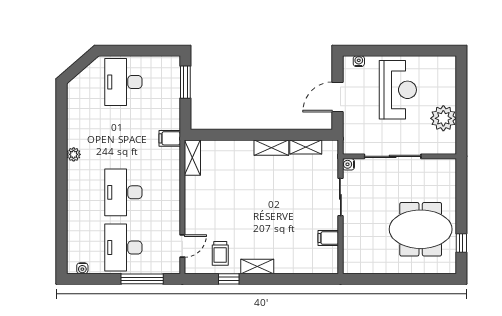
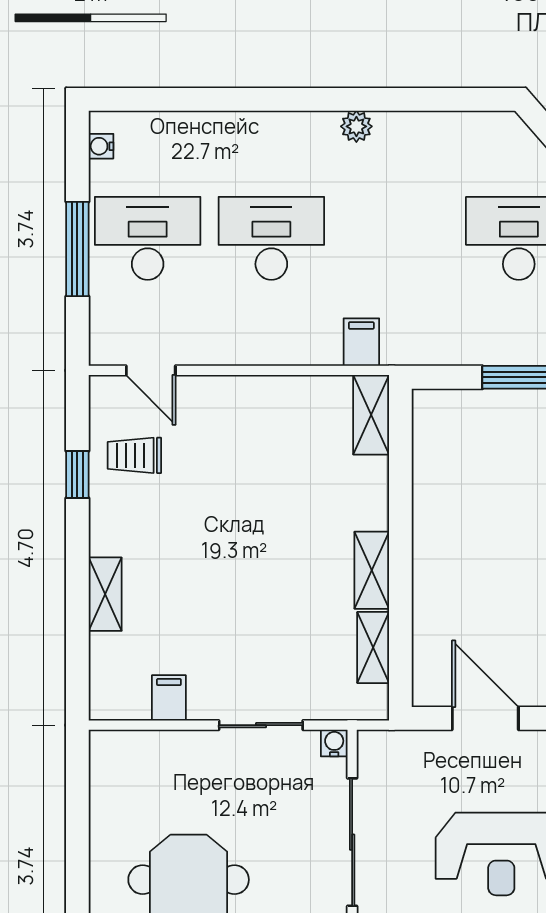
filing cabinet: (170, 138) -> (361, 342), moved
shelving: (192, 158) -> (371, 415), moved, turned 90
shelving: (257, 266) -> (105, 594), moved
window: (142, 279) -> (77, 249), moved

